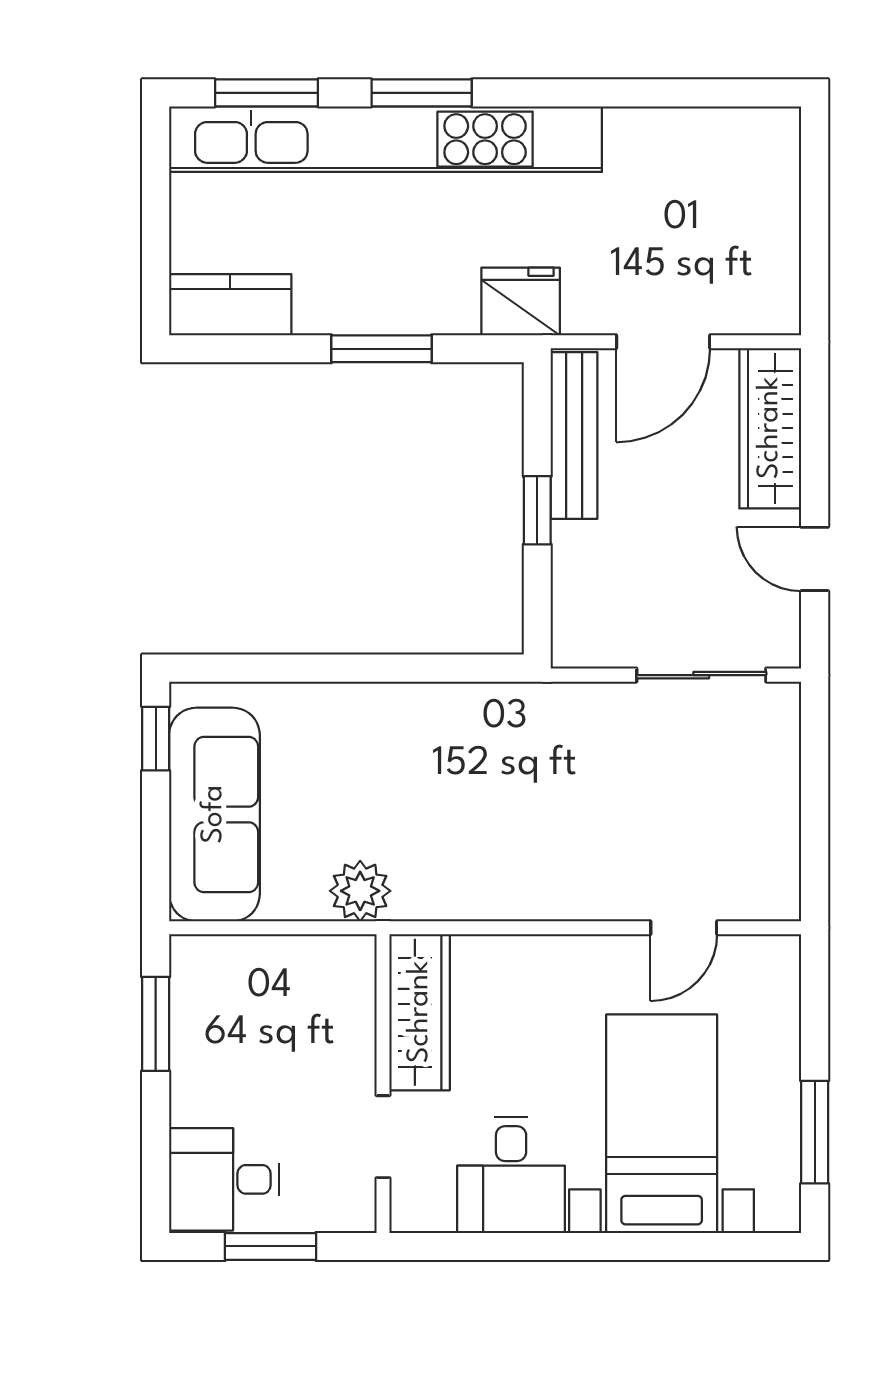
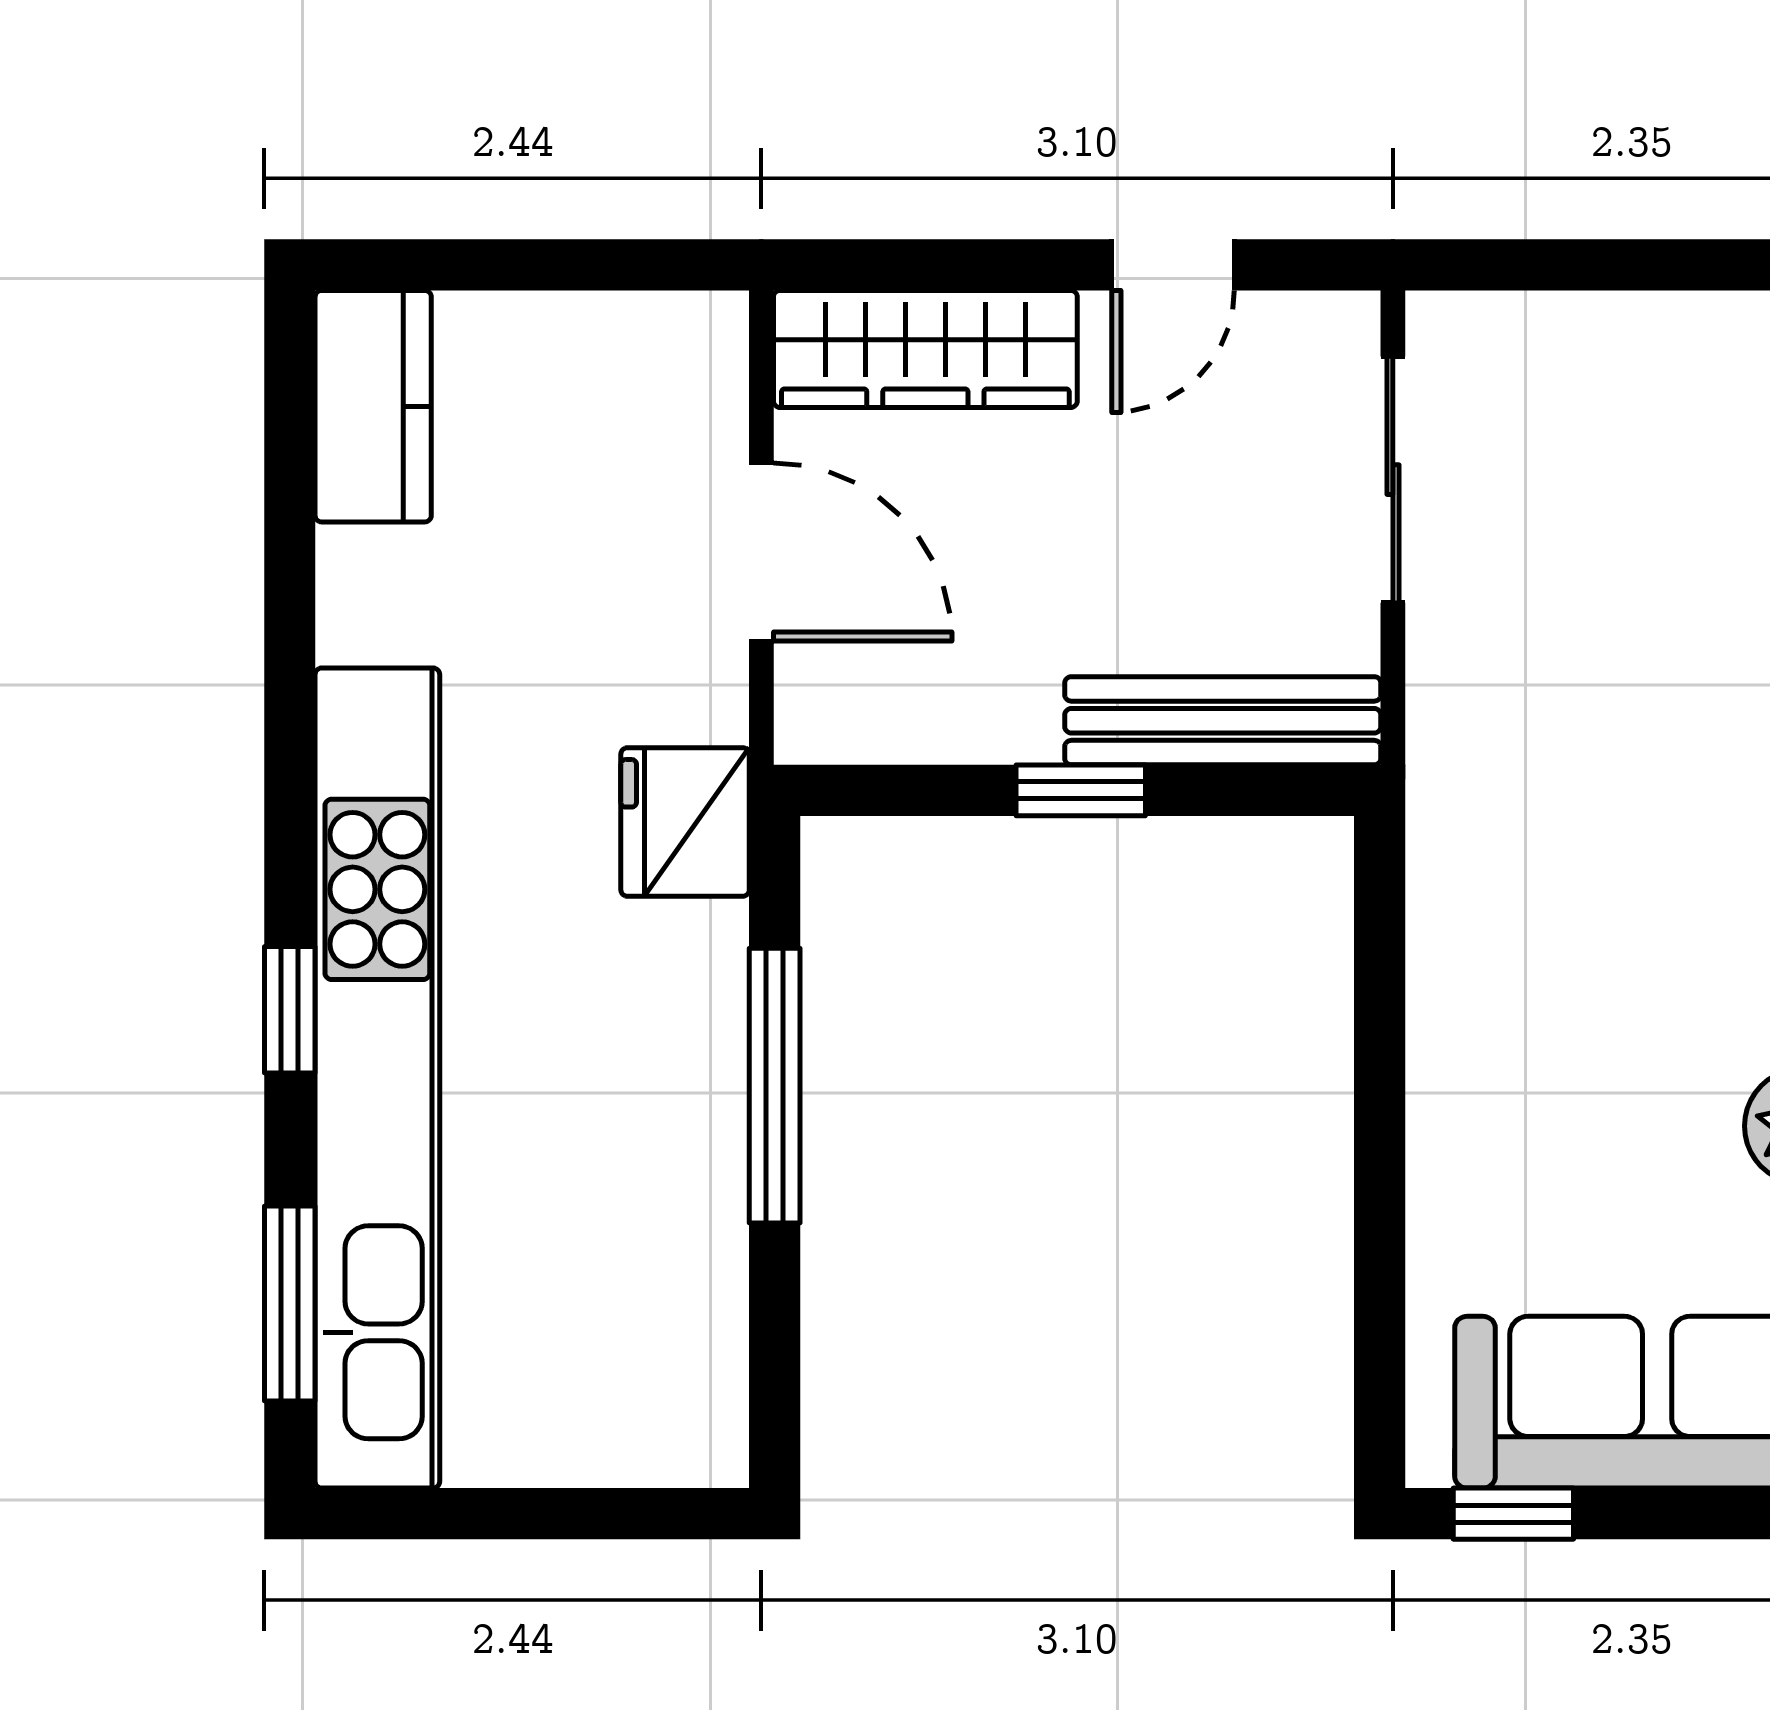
window: (422, 93) -> (290, 1010), width x0.67
kitchen counter: (230, 305) -> (373, 406), moved, turned 180
window: (381, 349) -> (775, 1086), width x1.44
bench: (574, 435) -> (1223, 721), moved

